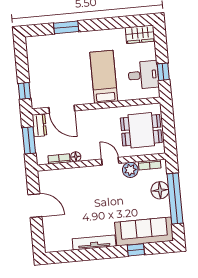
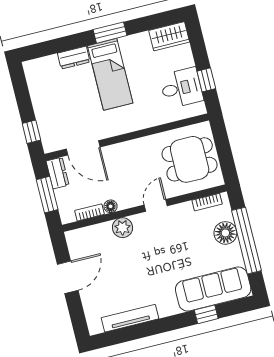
window: (66, 27) -> (110, 33), moved
dresser: (65, 39) -> (74, 58), added
bed: (104, 77) -> (110, 74), moved, turned 180
door: (110, 161) -> (156, 205), hinge flipped
plant: (130, 170) -> (122, 228), moved
door: (35, 206) -> (68, 277), hinge flipped
tv unit: (94, 242) -> (130, 318), moved

